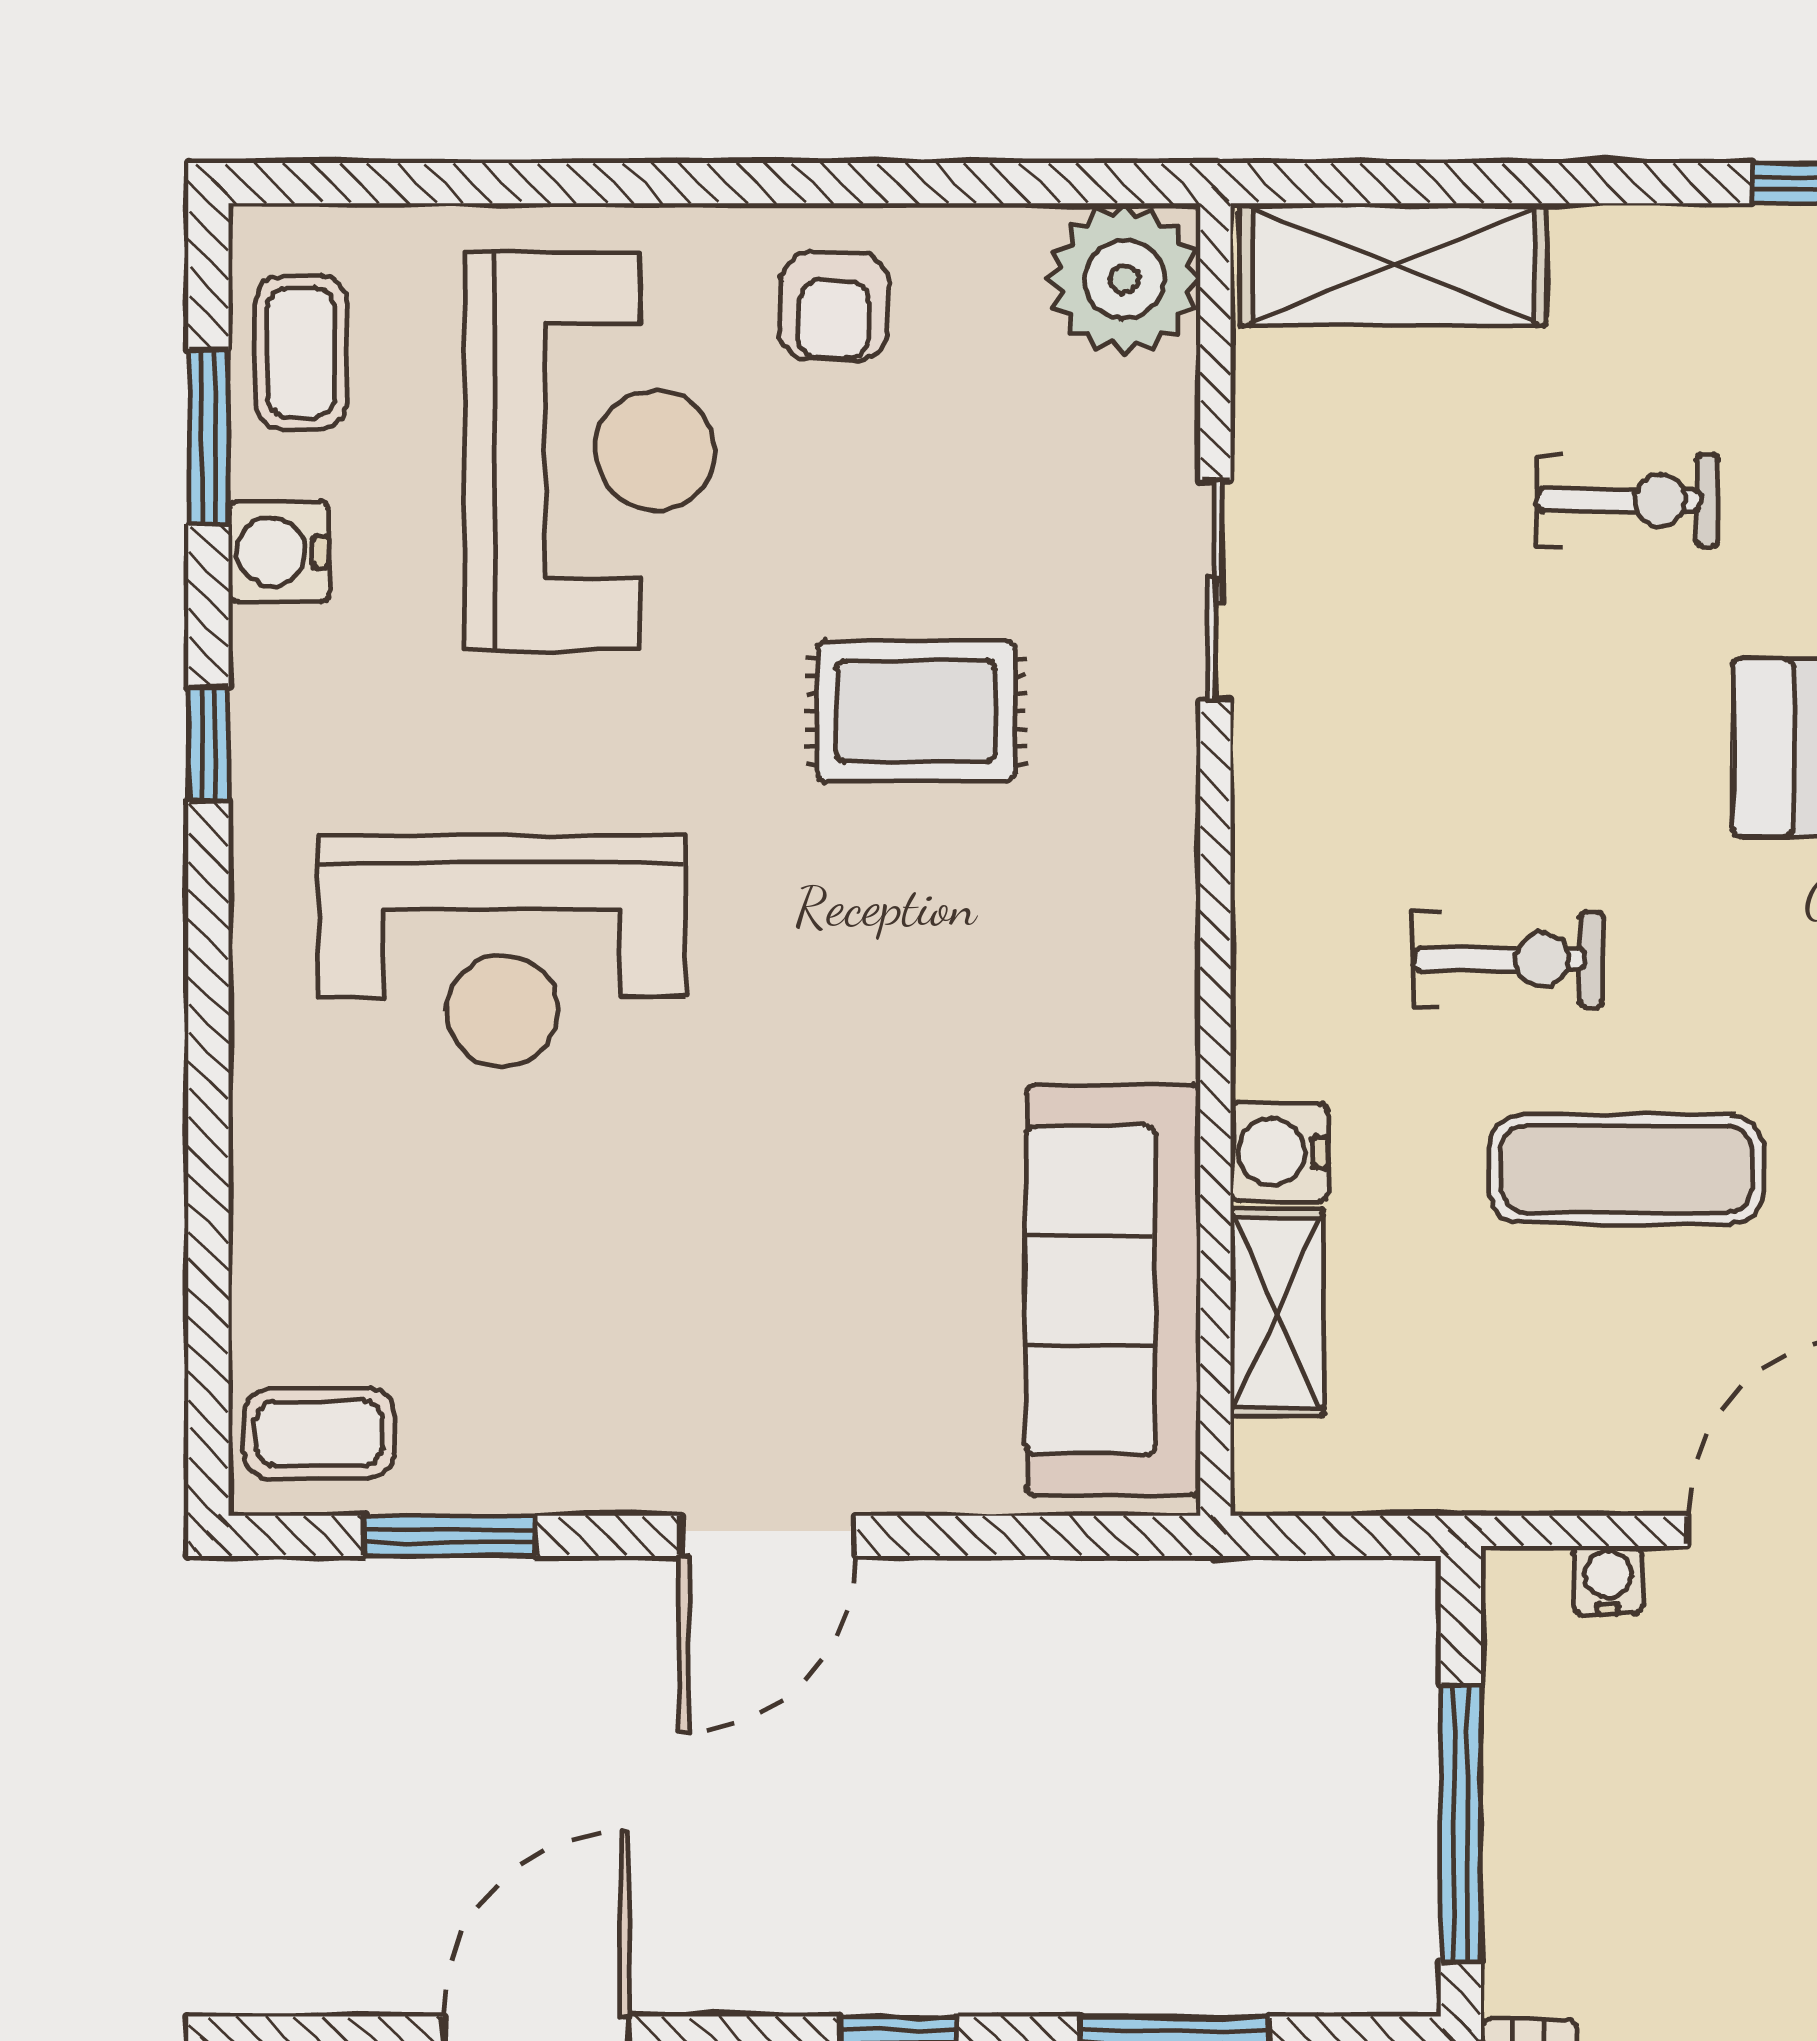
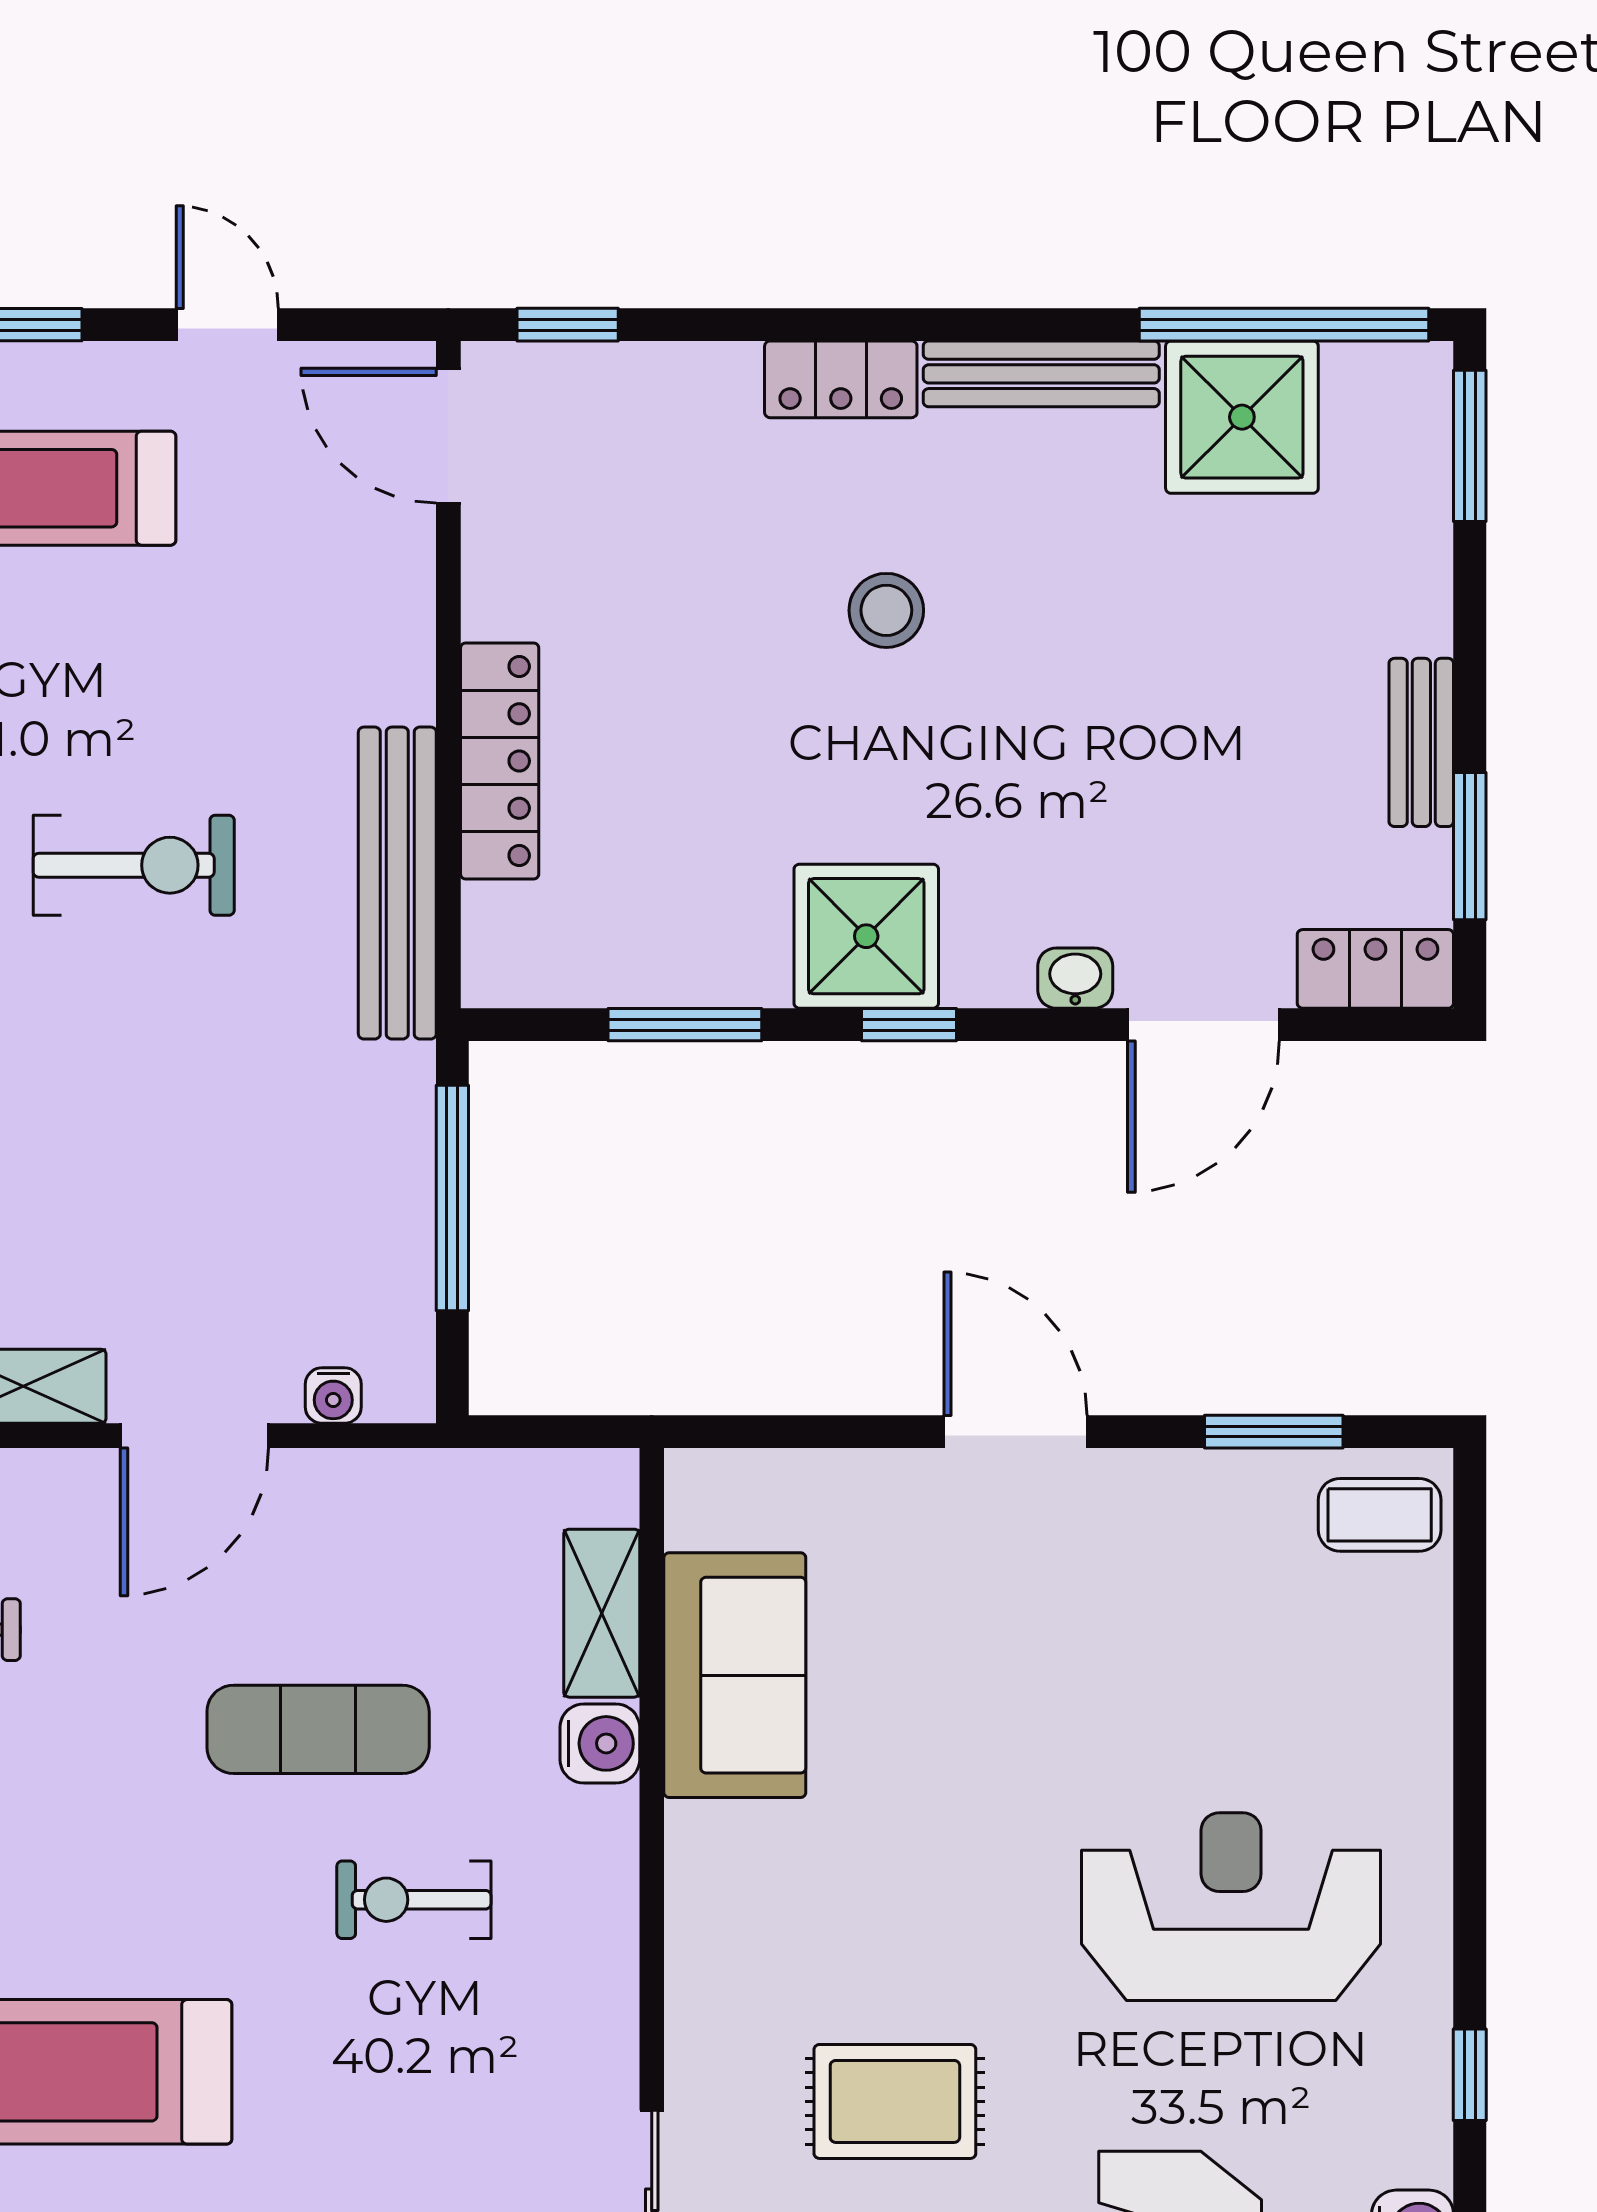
sofa: (1113, 1290) -> (735, 1675), width x0.73
door: (768, 1536) -> (1015, 1432), hinge flipped

